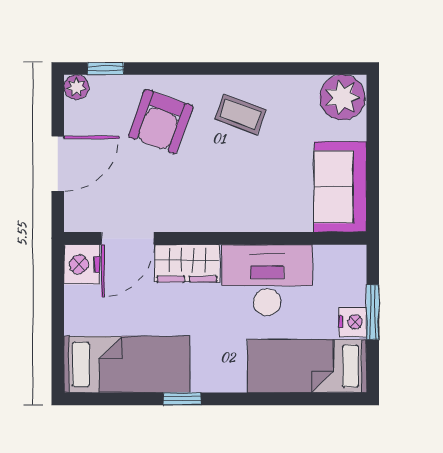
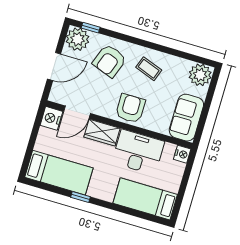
plant: (76, 87) -> (78, 39), width x1.87, depth x1.87
armchair: (228, 201) -> (130, 108), added
window: (373, 312) -> (184, 182), removed
nightstand: (353, 322) -> (182, 154), moved

